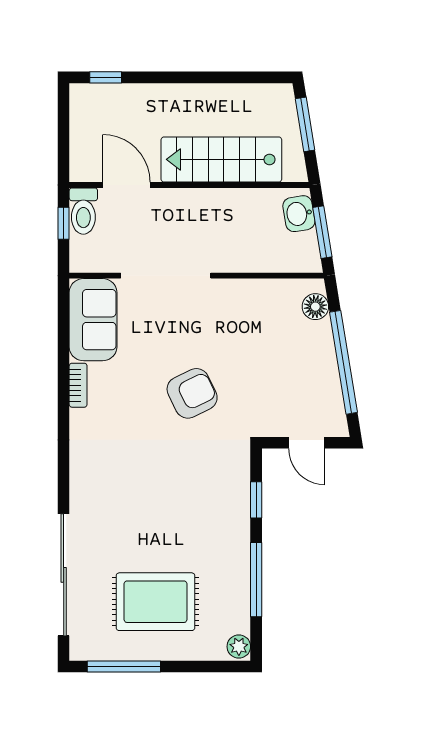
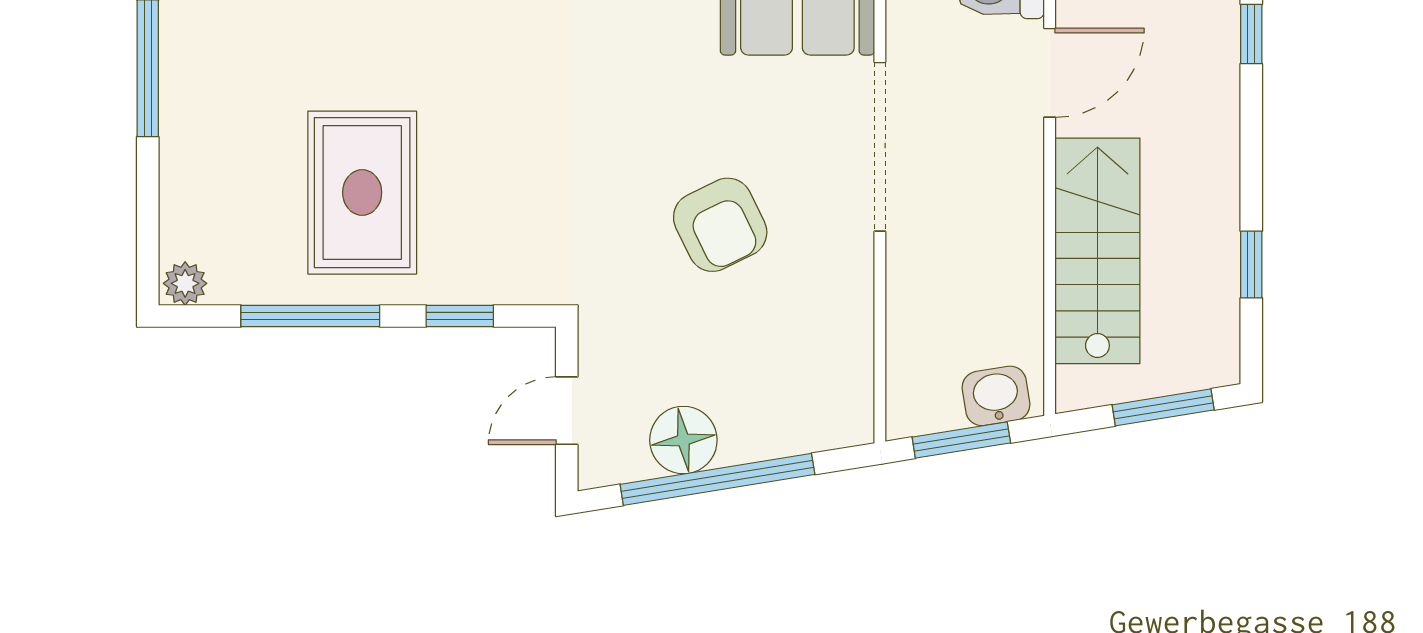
window: (229, 77) -> (1251, 265), added
floor lamp: (315, 307) -> (683, 440), moved, width x1.38, depth x1.38
armchair: (192, 393) -> (720, 225), moved
rug: (155, 602) -> (362, 193), moved

